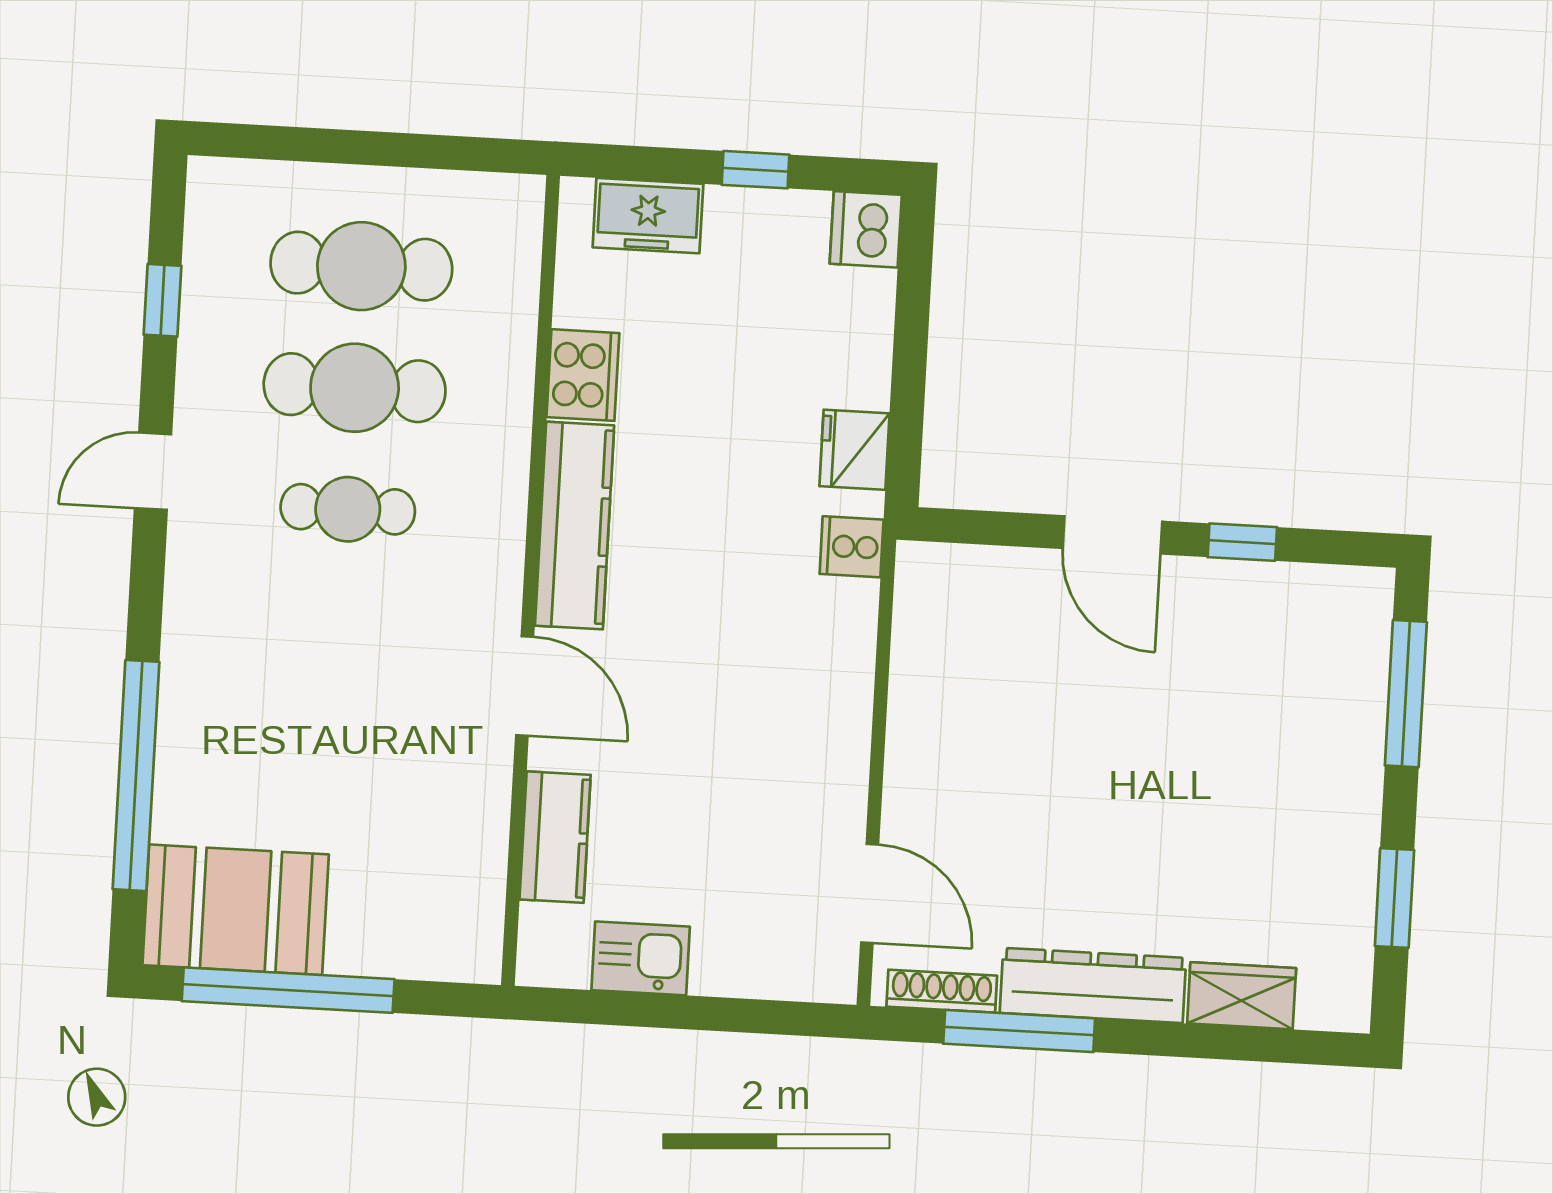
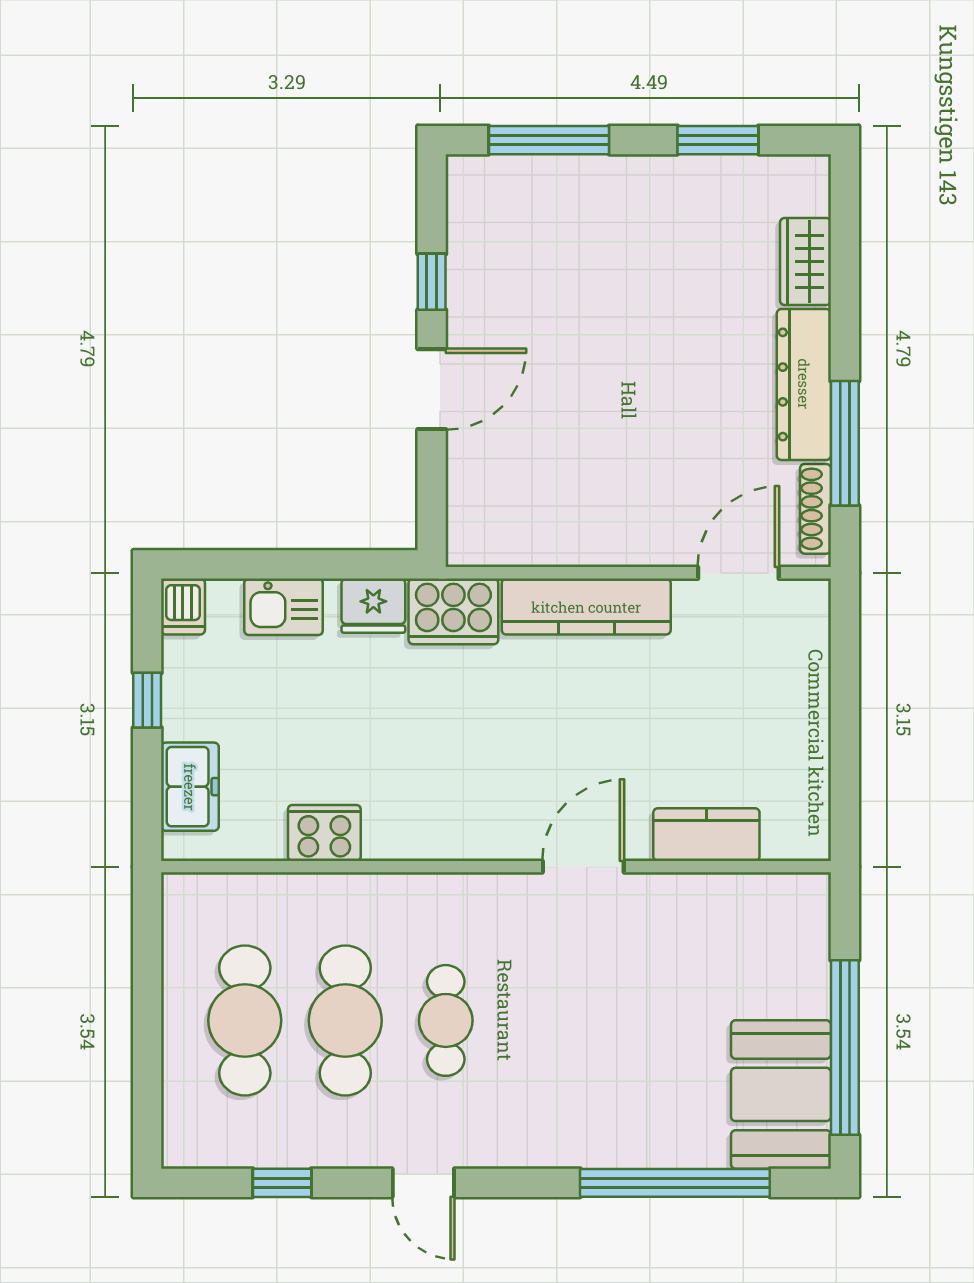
dishwasher: (866, 229) -> (183, 607), width x0.73
kitchen counter: (574, 526) -> (586, 607), moved, turned 180
cooker: (852, 547) -> (453, 611), width x1.87, depth x1.31
kitchen sink: (641, 958) -> (284, 607), moved, turned -90

